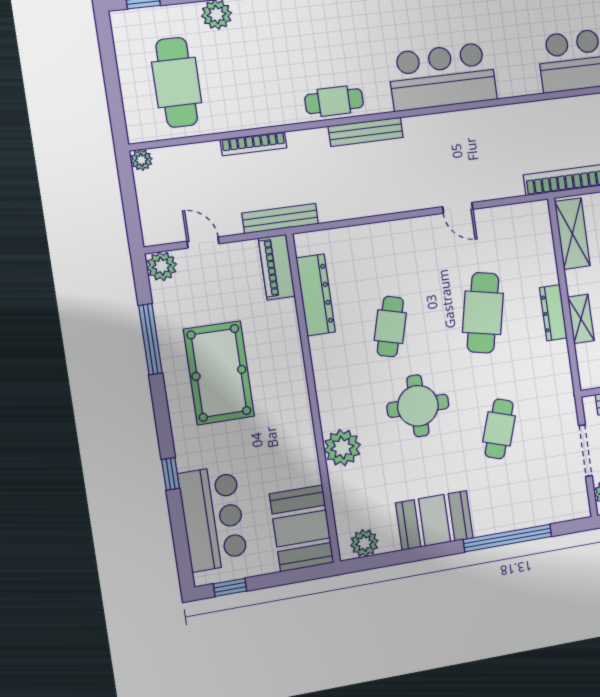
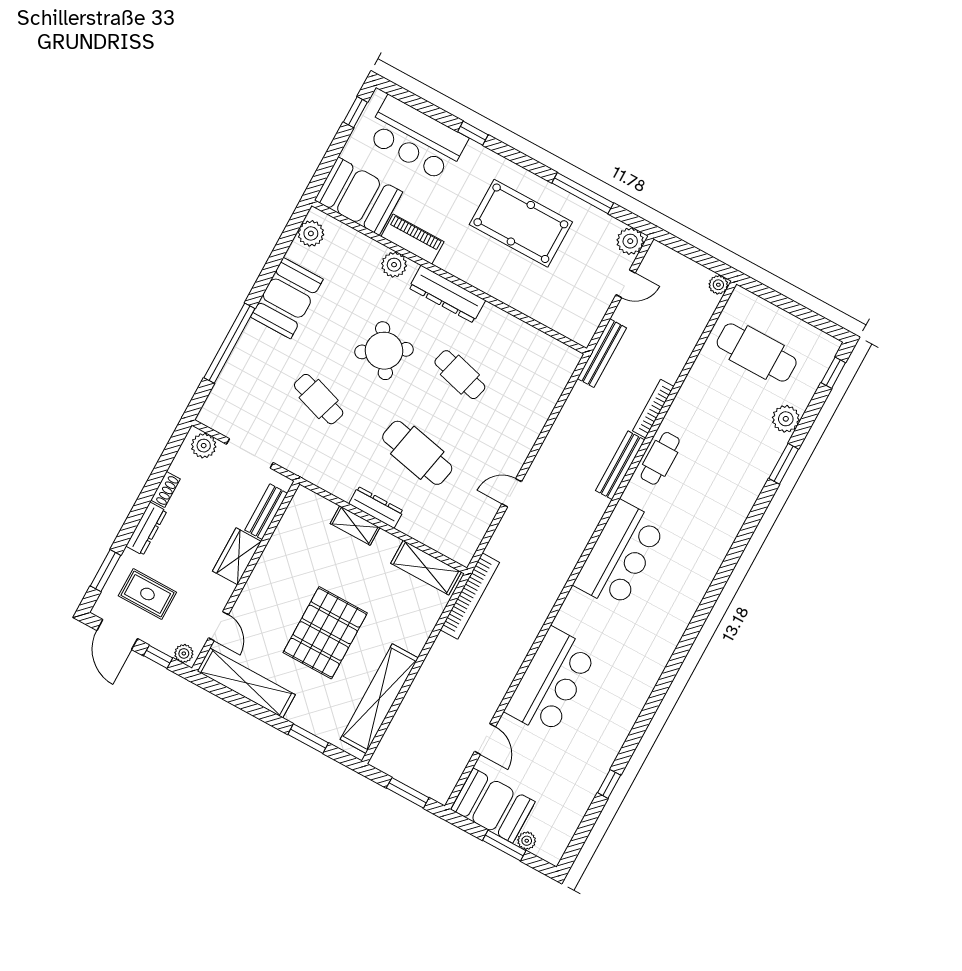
bookcase: (254, 144) -> (653, 409), moved
piano: (277, 267) -> (412, 239), moved
dresser: (316, 295) -> (447, 294), moved
round table: (418, 406) -> (384, 351), turned -32
plant: (342, 448) -> (394, 265), width x0.73, depth x0.73

